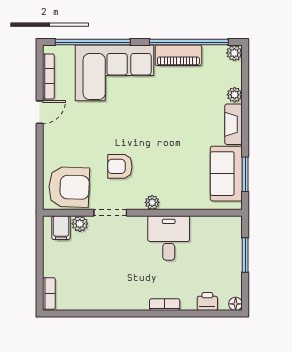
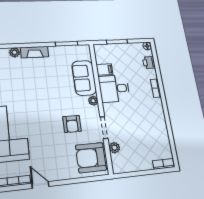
sofa: (226, 174) -> (84, 78), moved, turned 90
armchair: (69, 187) -> (91, 158), turned -92
filing cabinet: (61, 228) -> (105, 69), moved

